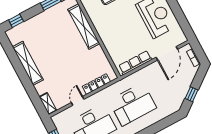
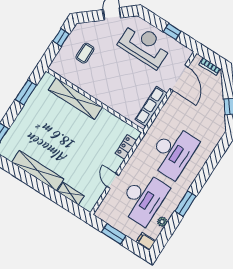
window: (180, 17) -> (172, 32), added
locker: (96, 84) -> (126, 147), width x0.66
shelving: (48, 104) -> (71, 194), moved

